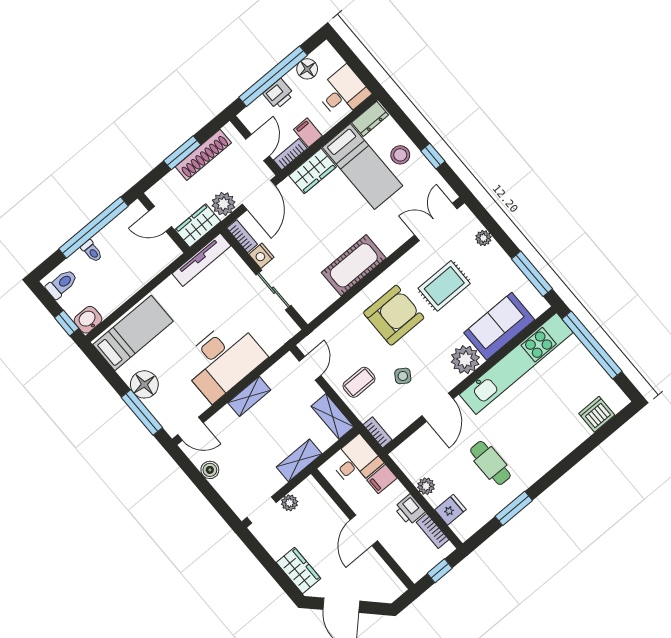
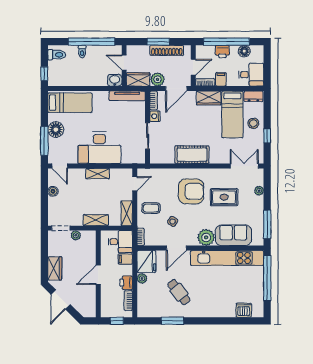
washbasin: (88, 320) -> (115, 80), moved
cafe table: (490, 463) -> (179, 292), turned -38
fridge: (450, 510) -> (146, 261), moved, width x1.88, depth x1.34

